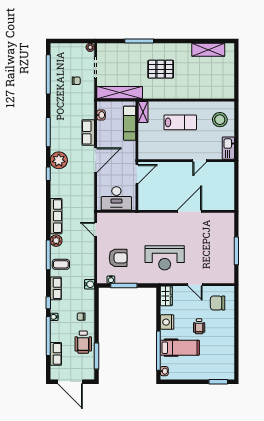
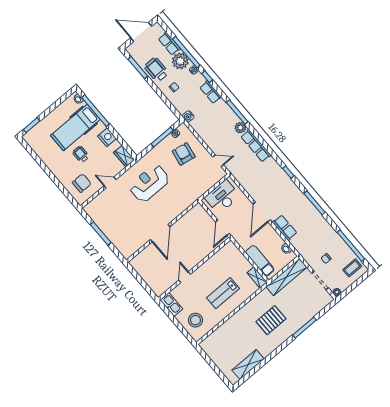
plant: (59, 160) -> (180, 61), moved
armchair: (118, 258) -> (184, 154), turned 100
coffee table: (61, 264) -> (352, 268), moved
hospital bed: (180, 348) -> (75, 127), width x1.37, depth x1.29

